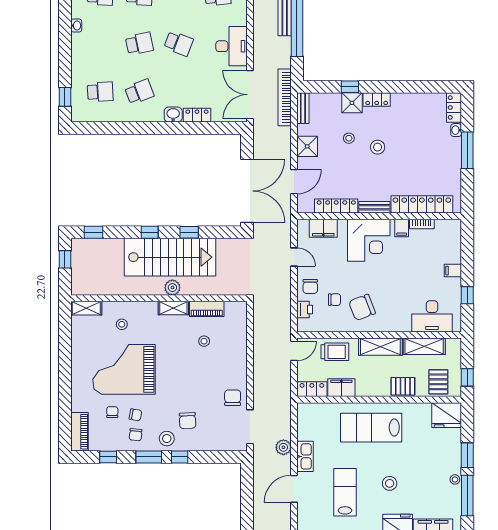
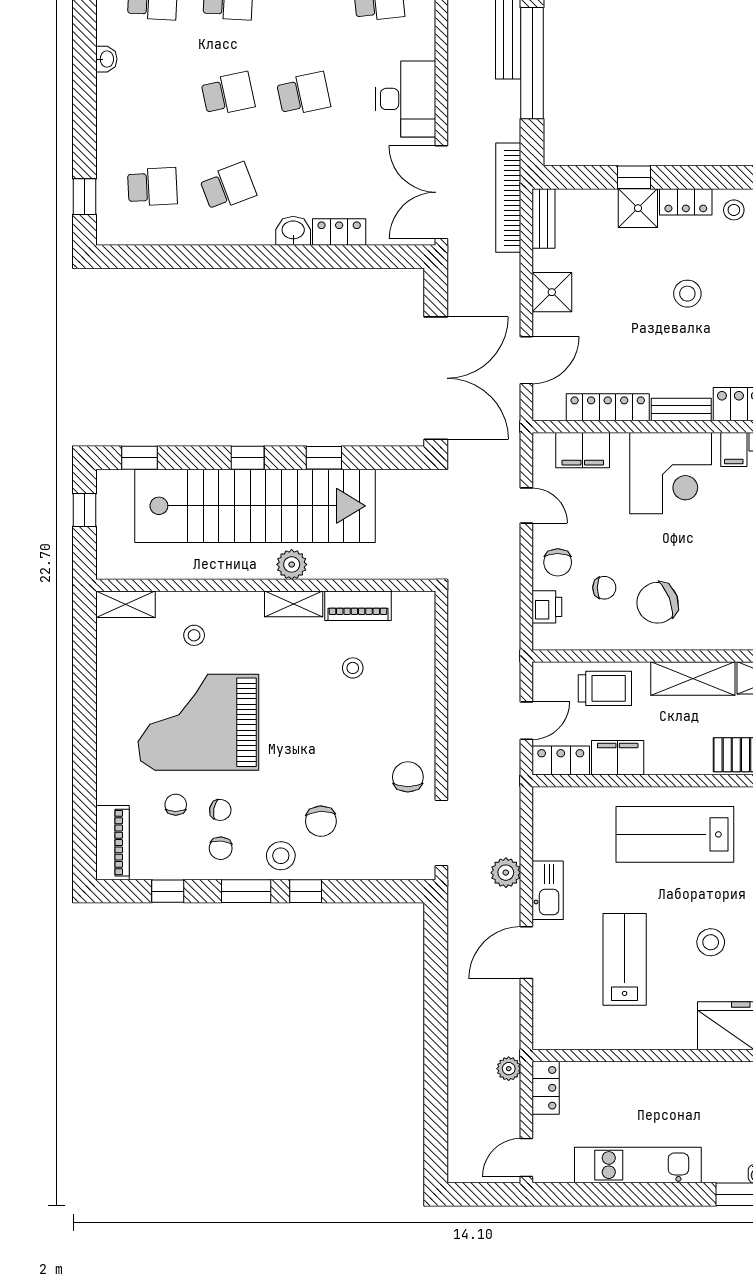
school desk: (179, 44) -> (304, 94), turned -33
stool: (349, 138) -> (734, 210), moved
stairs: (170, 257) -> (255, 506), width x1.36
door: (294, 351) -> (526, 721), moved

